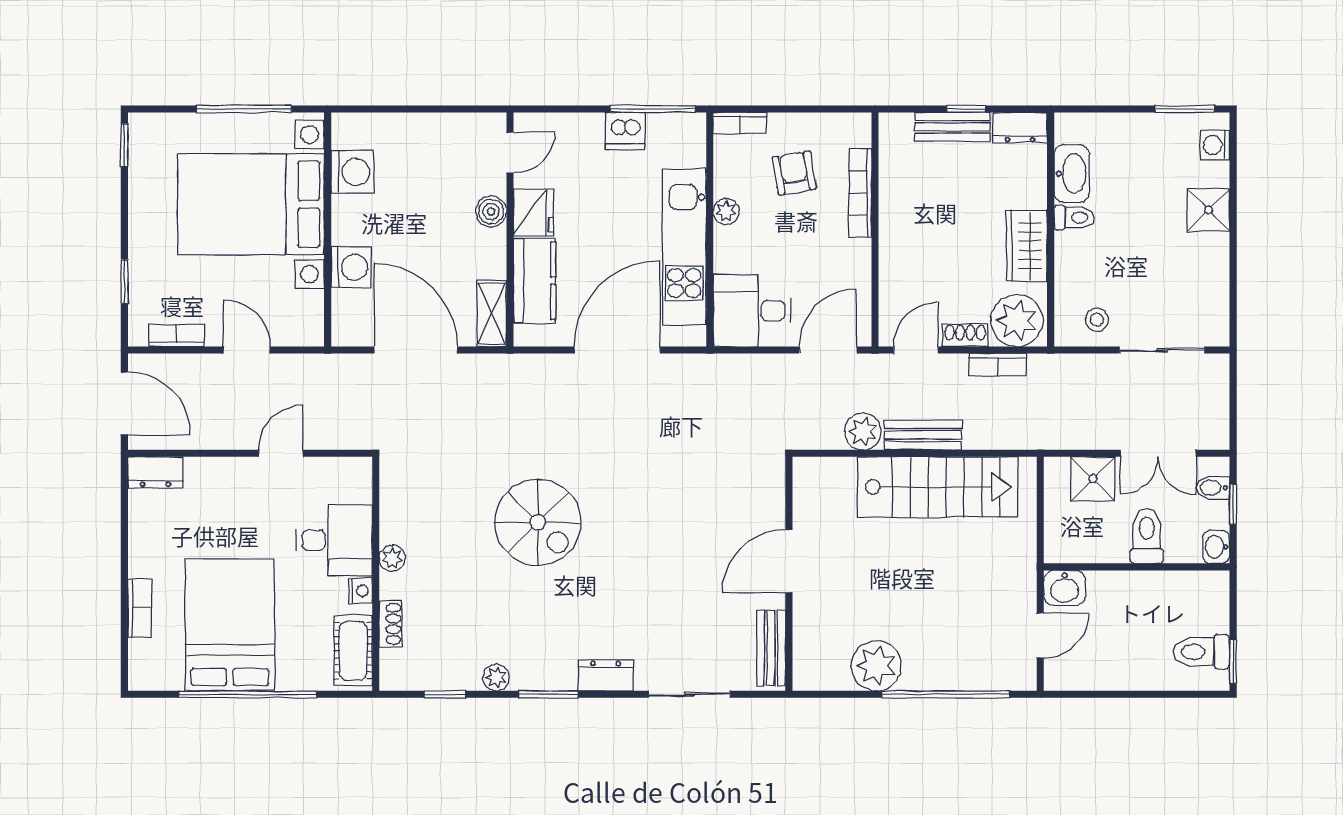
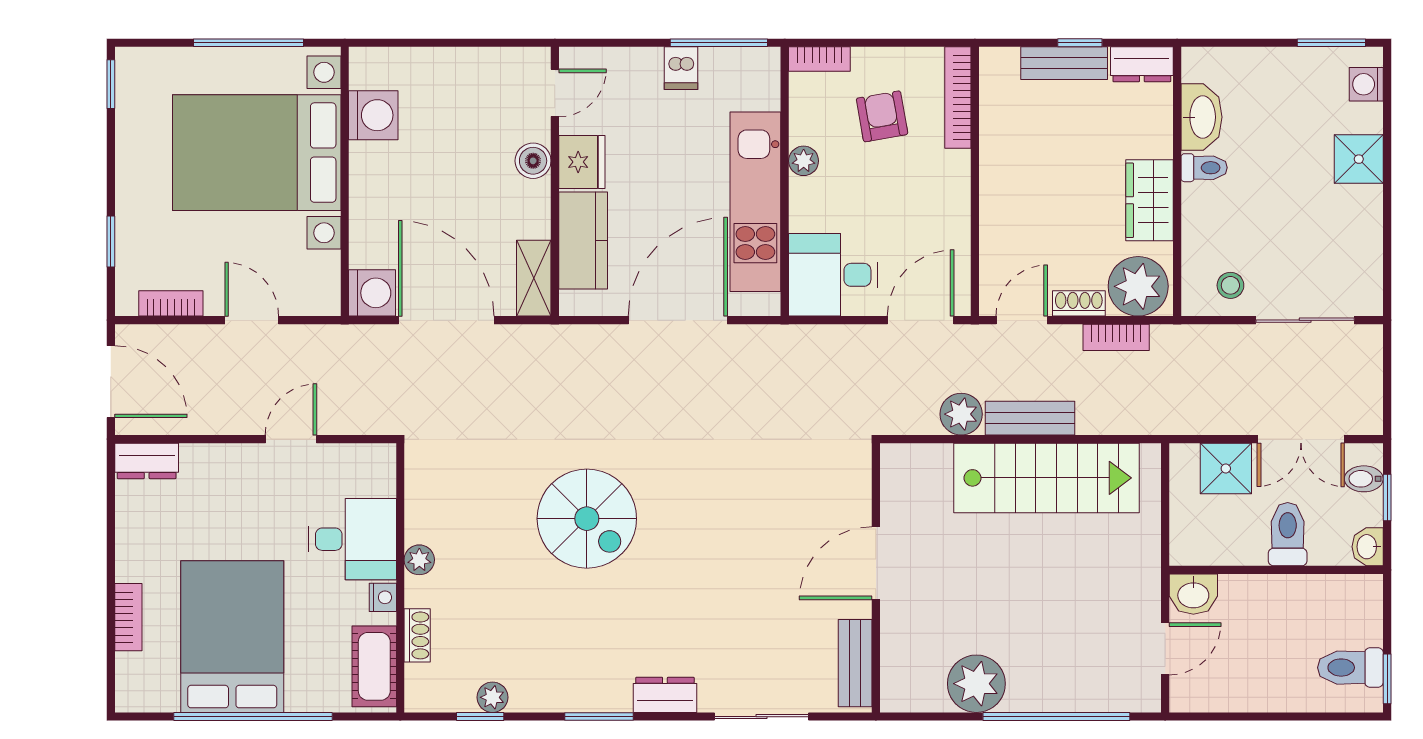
dishwasher: (625, 131) -> (681, 68), width x0.73
bookcase: (860, 193) -> (958, 98), moved
washing machine: (351, 267) -> (372, 293), moved
plant: (496, 678) -> (492, 697), moved

